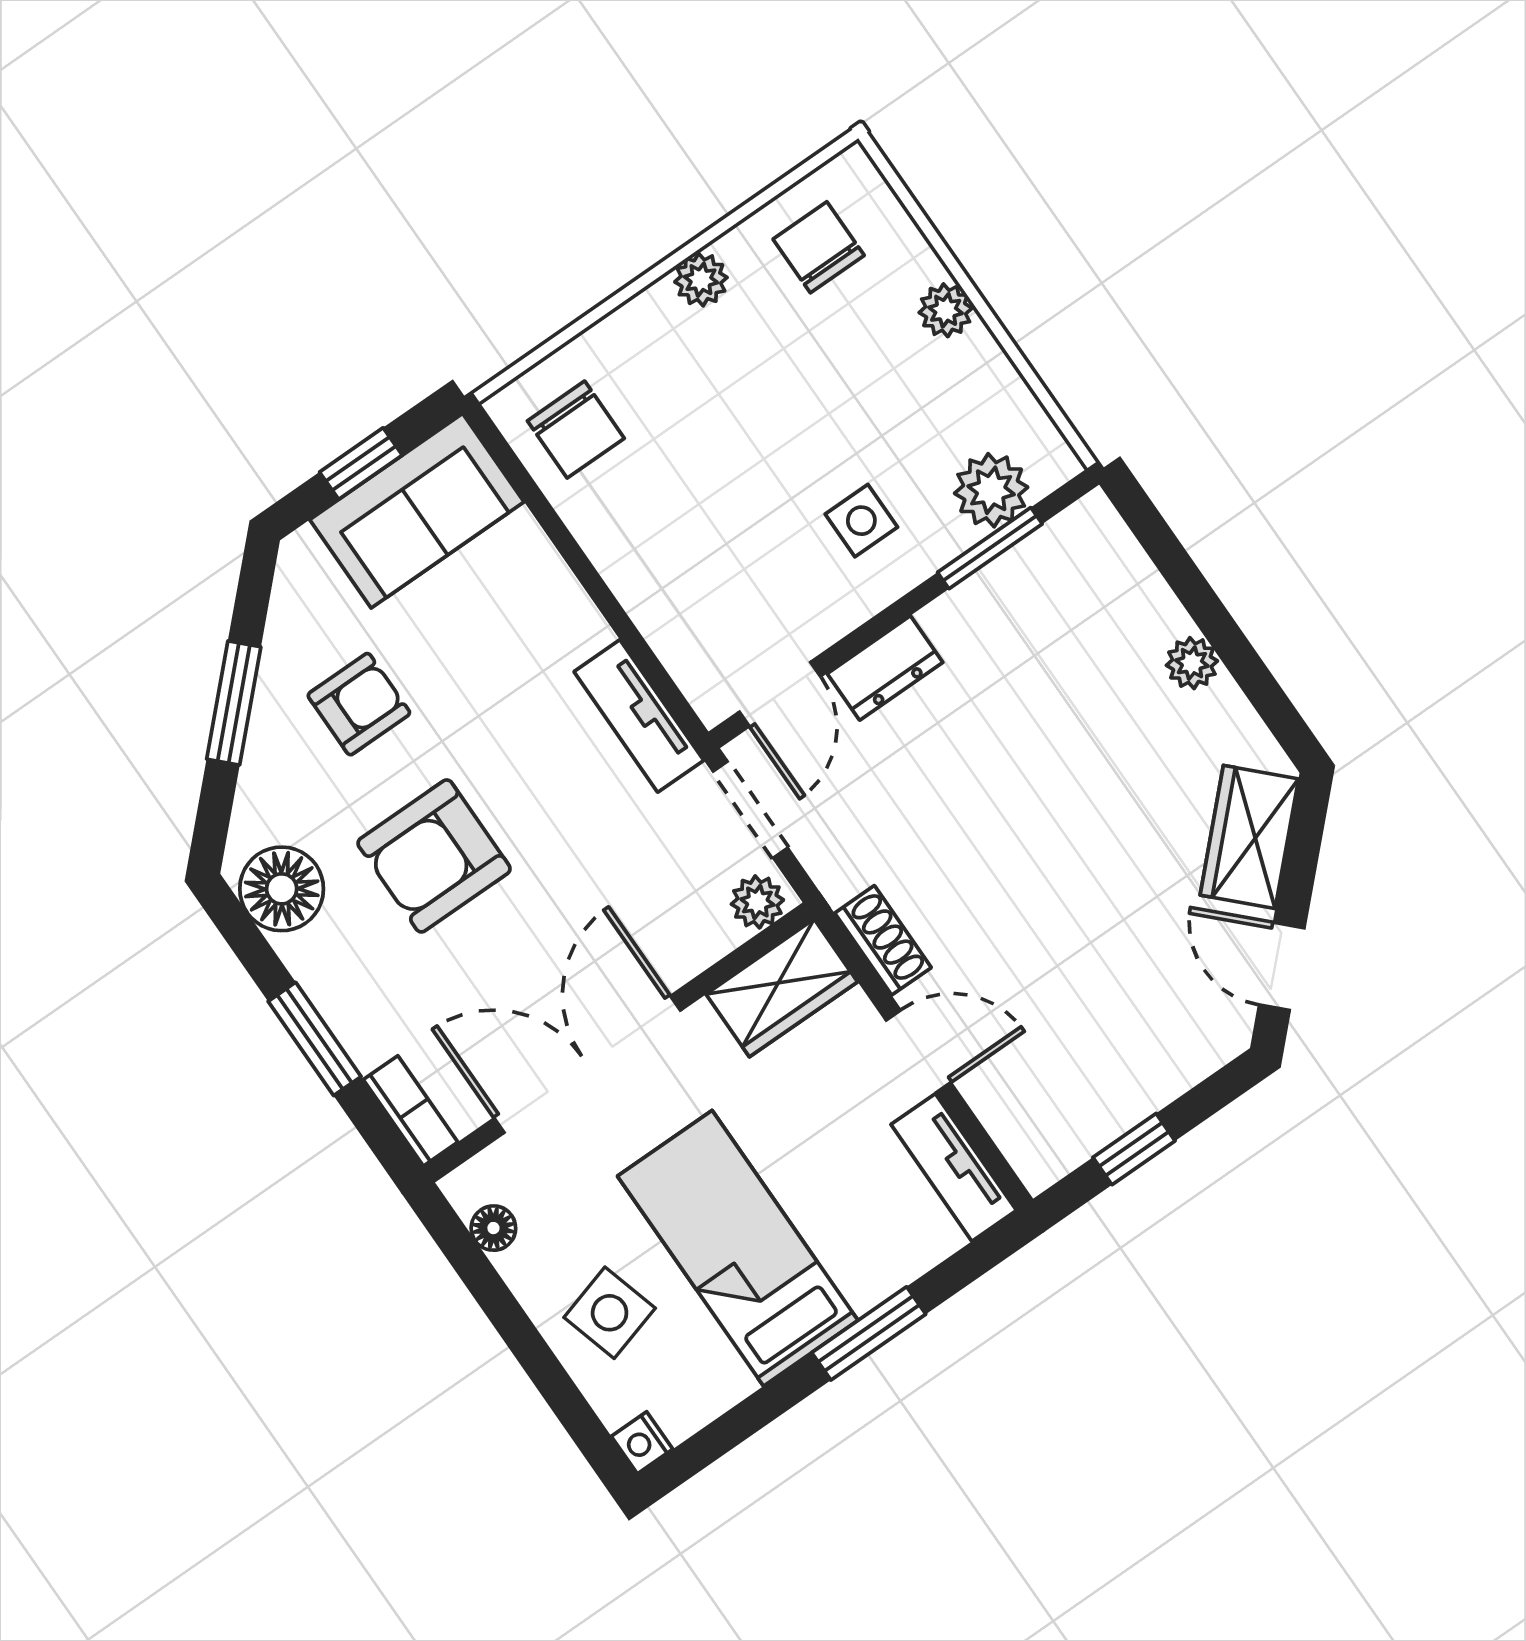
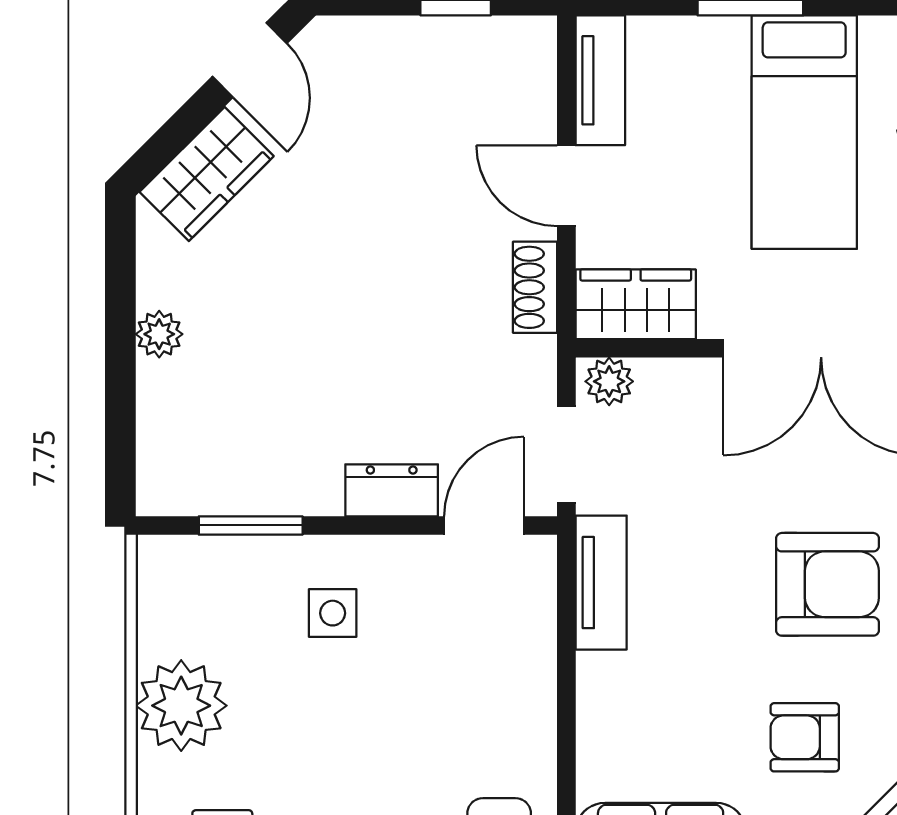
plant: (946, 310) -> (181, 706), width x1.87, depth x1.87
plant: (991, 490) -> (220, 568), removed

